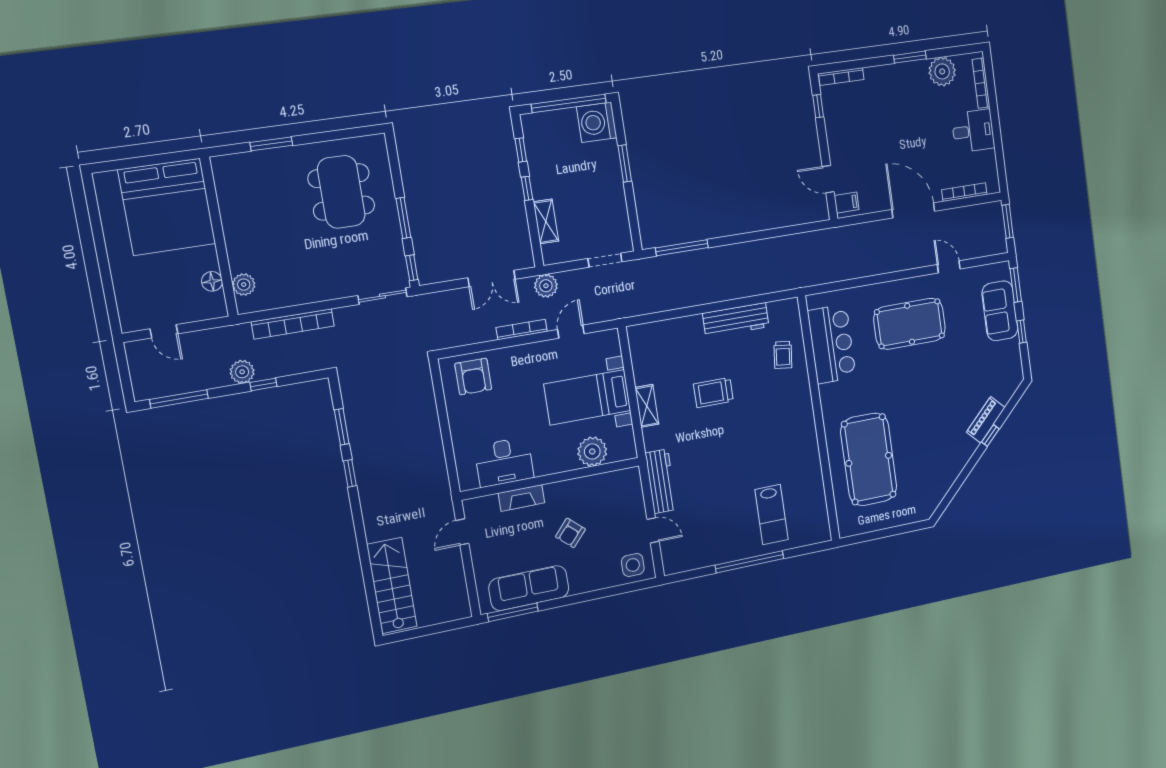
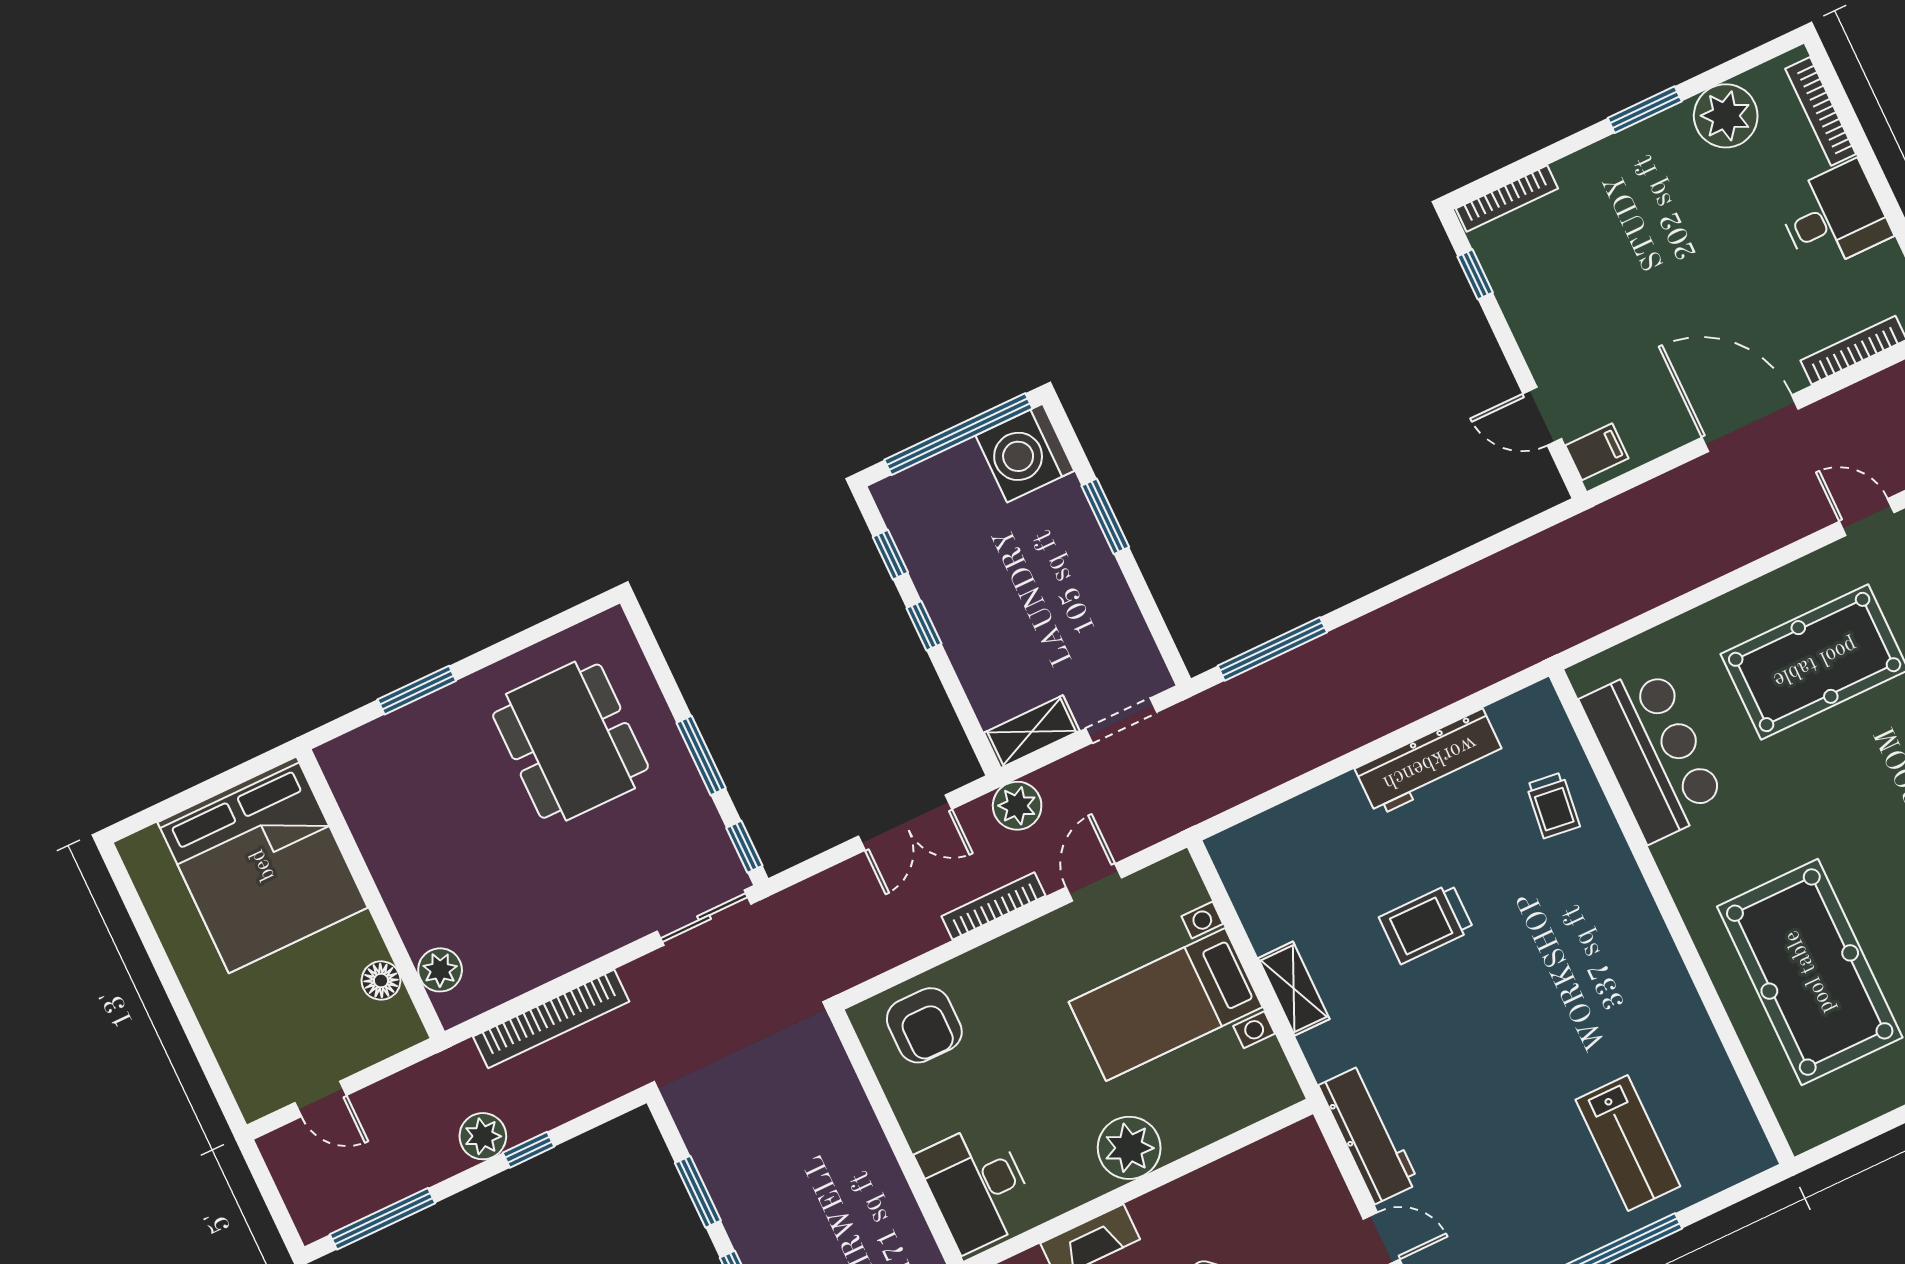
shelving: (546, 221) -> (1032, 732), moved, turned 90
plant: (592, 451) -> (1129, 1148), moved
desk: (504, 462) -> (977, 1187), moved, turned 90

